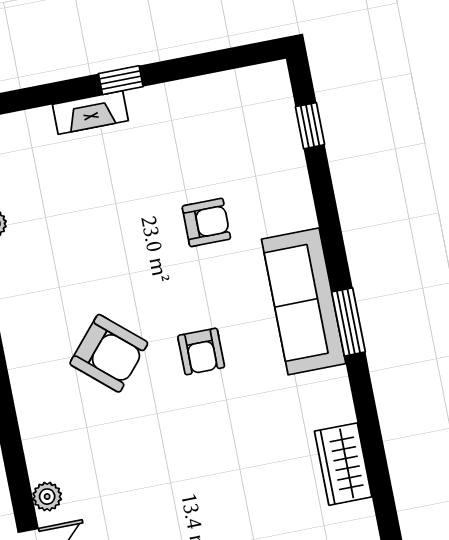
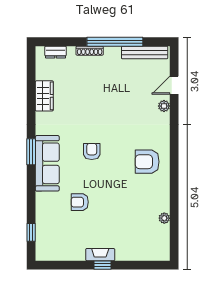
fireplace: (90, 113) -> (100, 255), moved
armchair: (109, 353) -> (147, 162), moved, turned -41

